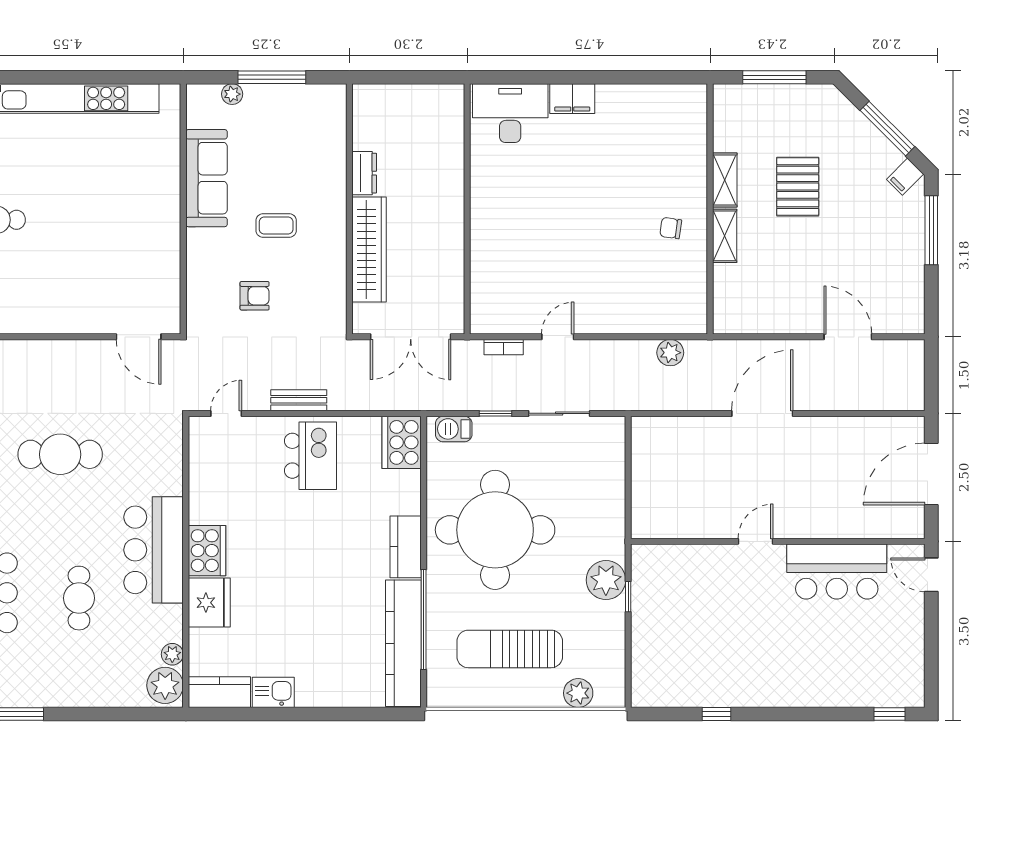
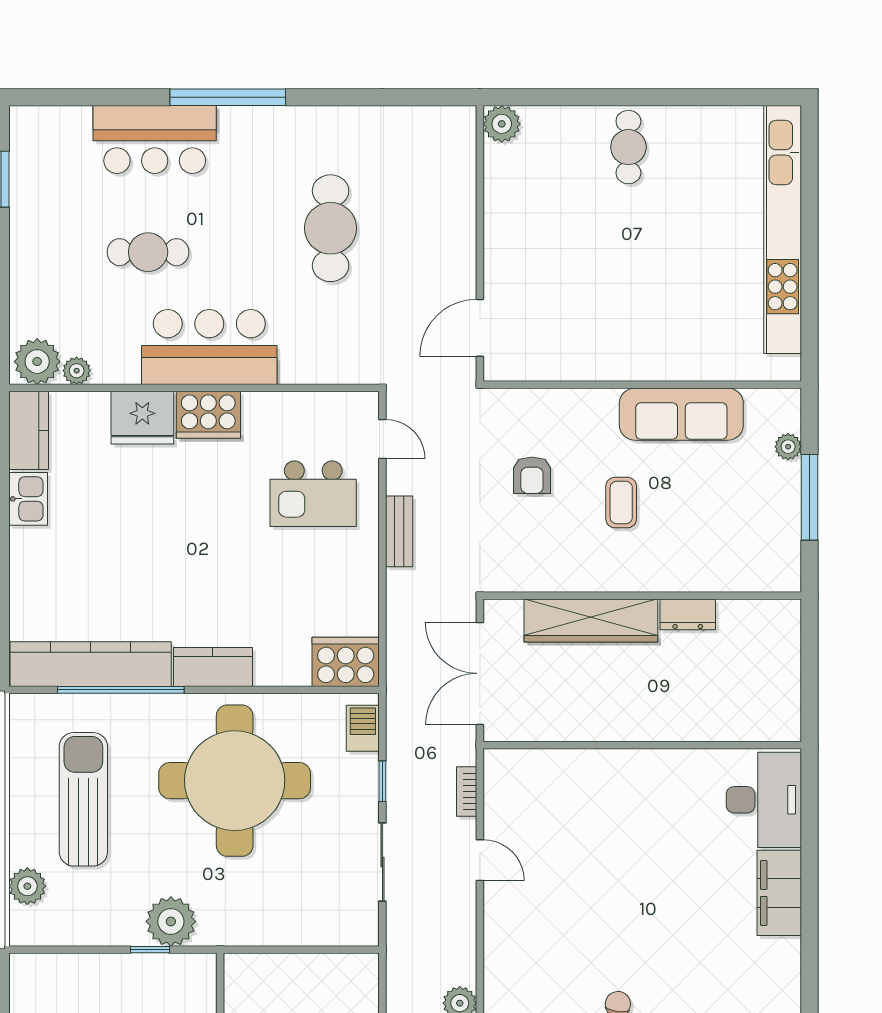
filing cabinet: (572, 99) -> (779, 893), width x1.50, depth x1.17
kitchen island: (310, 456) -> (313, 494), moved

